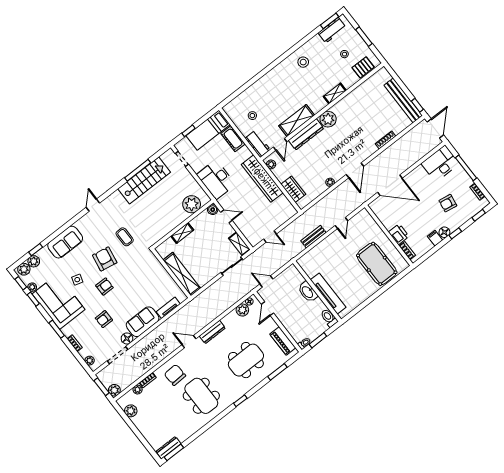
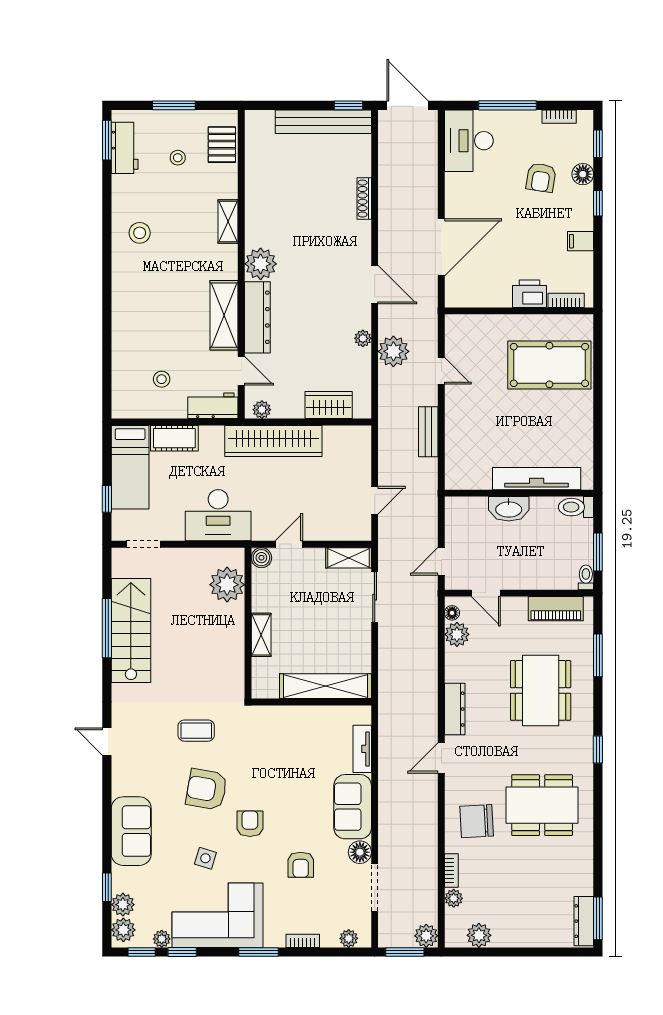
plant: (334, 198) -> (393, 351), added
floor lamp: (444, 232) -> (583, 174), moved

